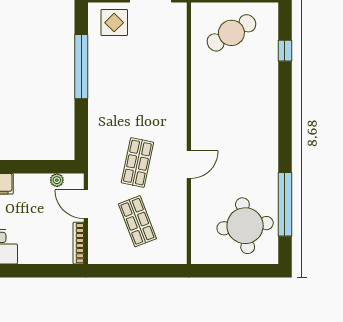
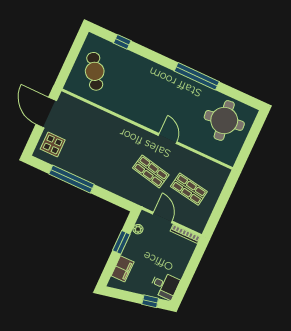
window: (30, 167) -> (121, 242), added
door: (86, 204) -> (162, 217), swing flipped
window: (285, 204) -> (197, 76), moved
shop shelf: (137, 221) -> (189, 189), turned 30

